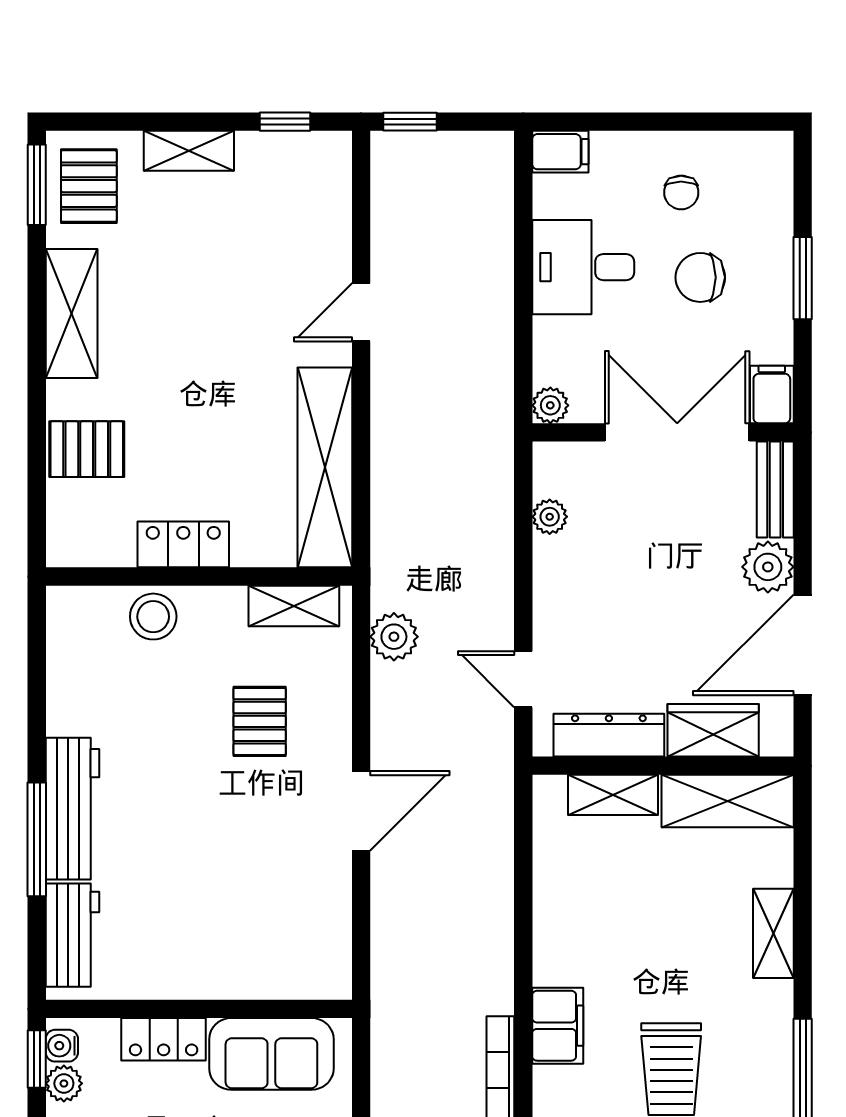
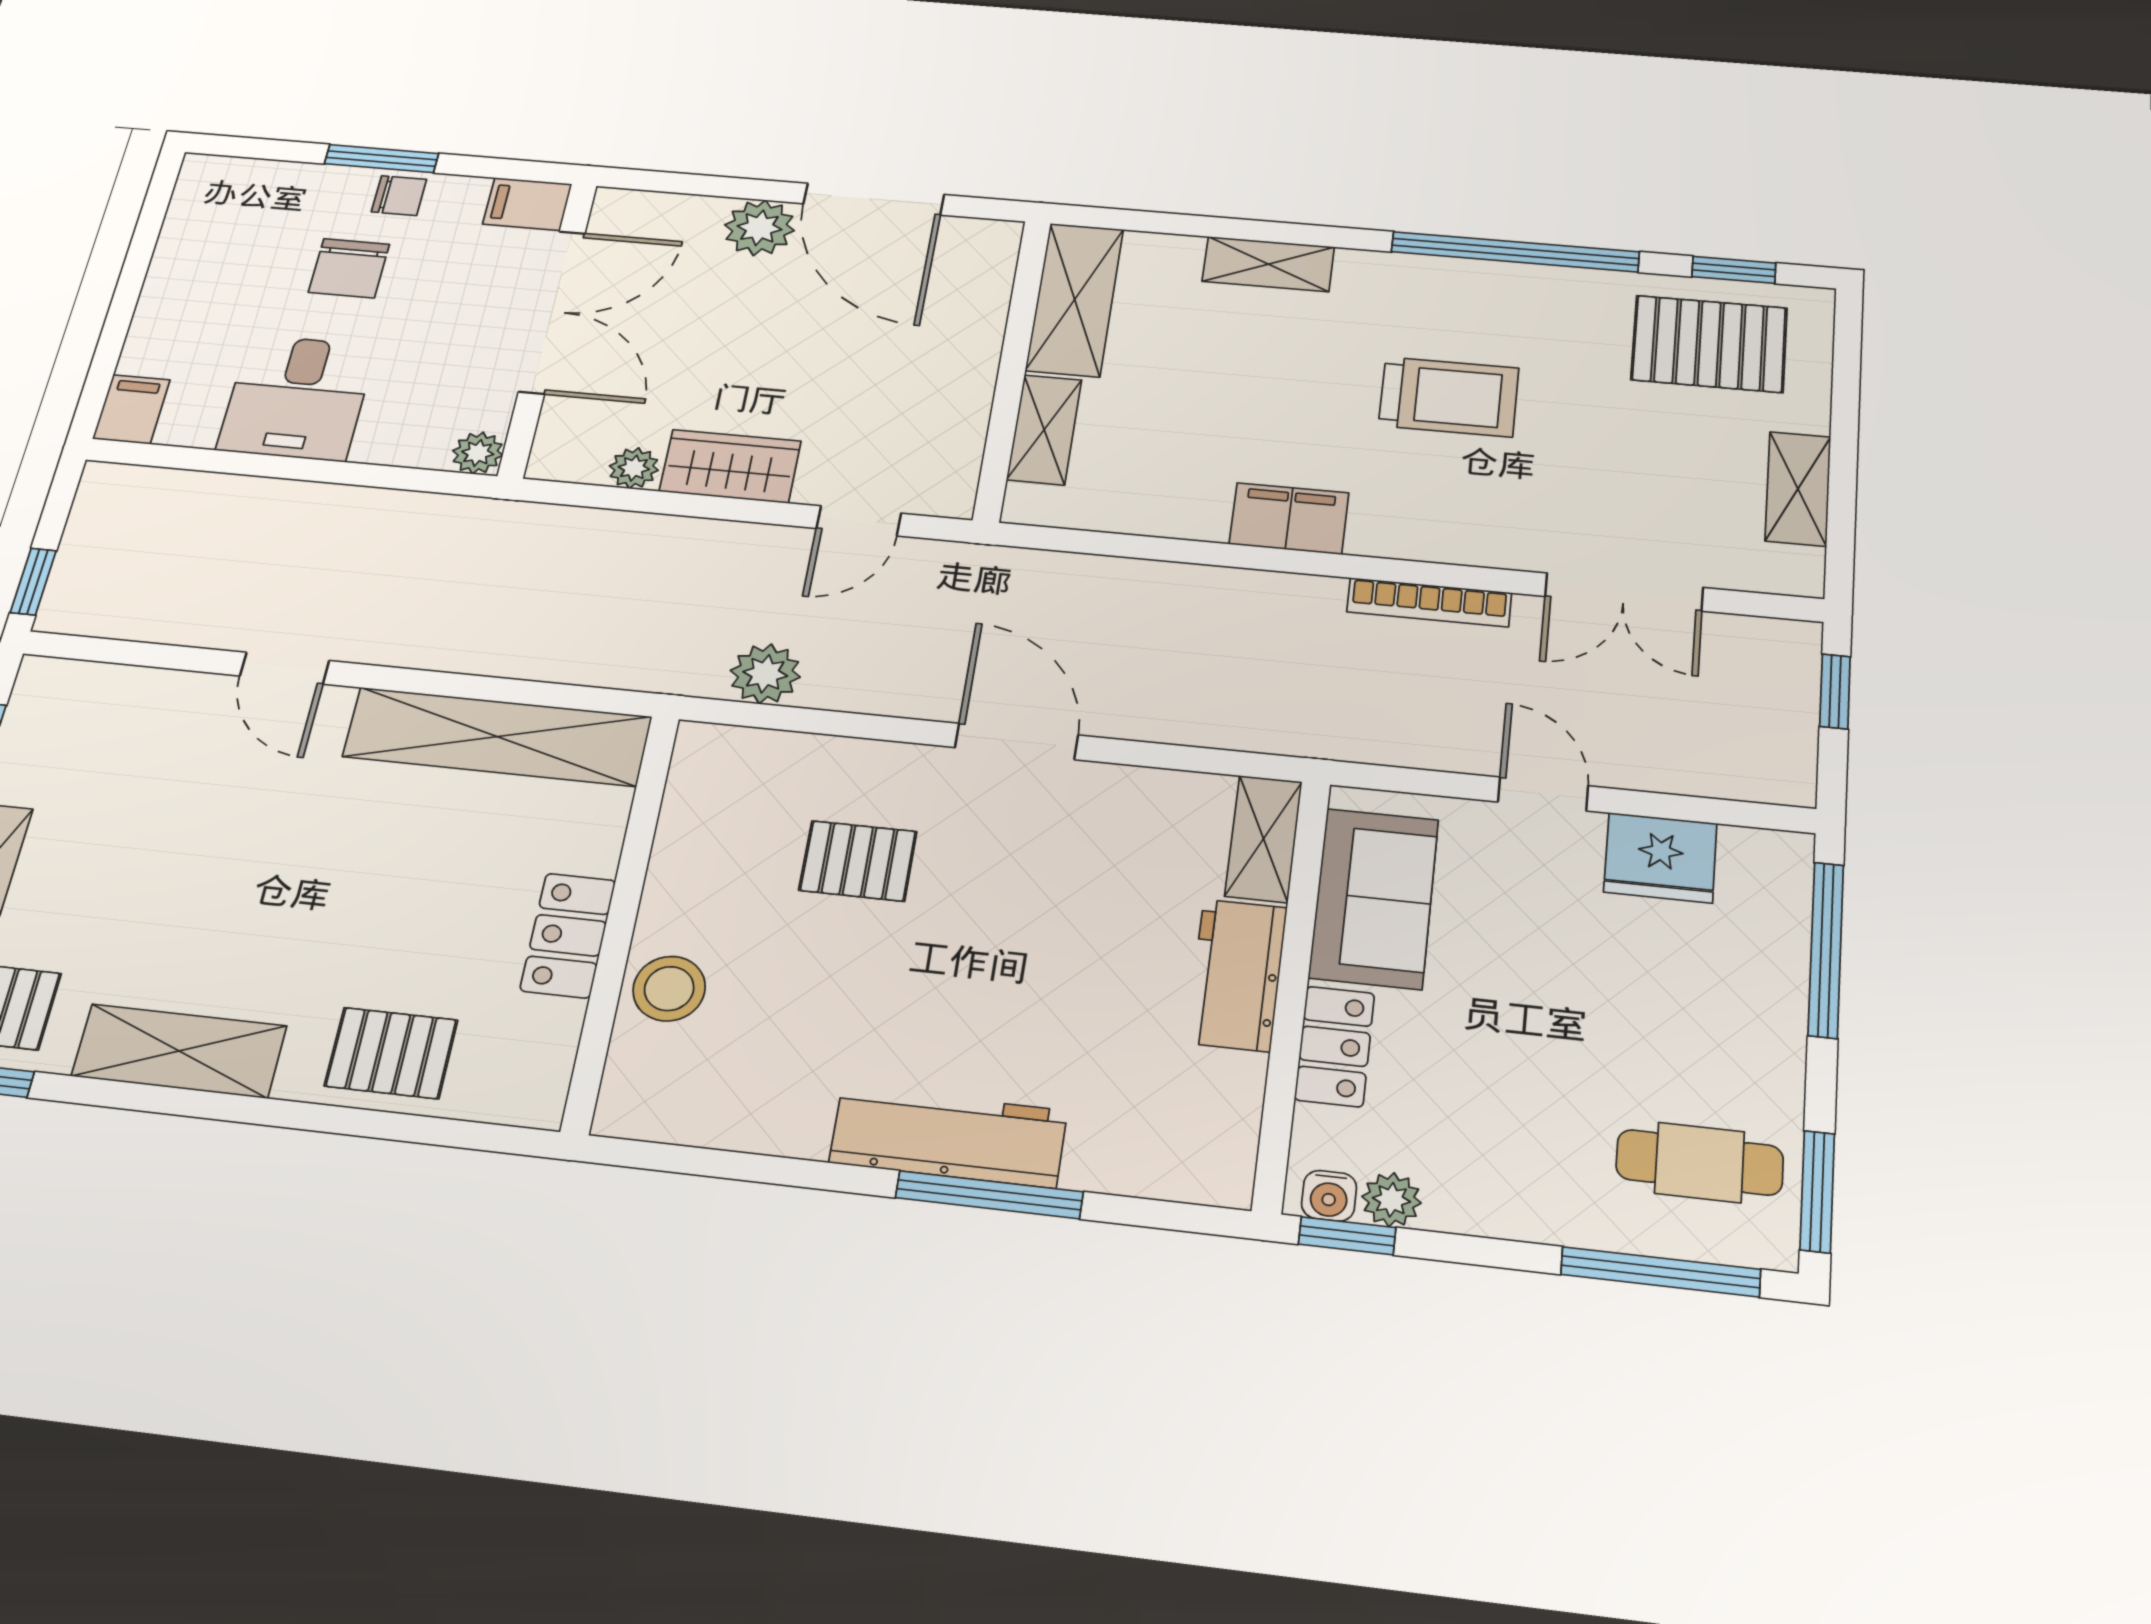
chair: (681, 193) -> (399, 196), moved
double door: (677, 432) -> (552, 312), swing flipped
pallet: (87, 449) -> (391, 1053), turned 90
bench: (775, 490) -> (656, 211), removed
shelving: (294, 606) -> (1264, 839), moved
wardrobe: (713, 730) -> (730, 466), moved, turned 90
dresser: (609, 735) -> (958, 427), removed
workbench: (72, 935) -> (1237, 975), moved, turned -90
filing cabinet: (558, 1026) -> (1289, 518), moved

